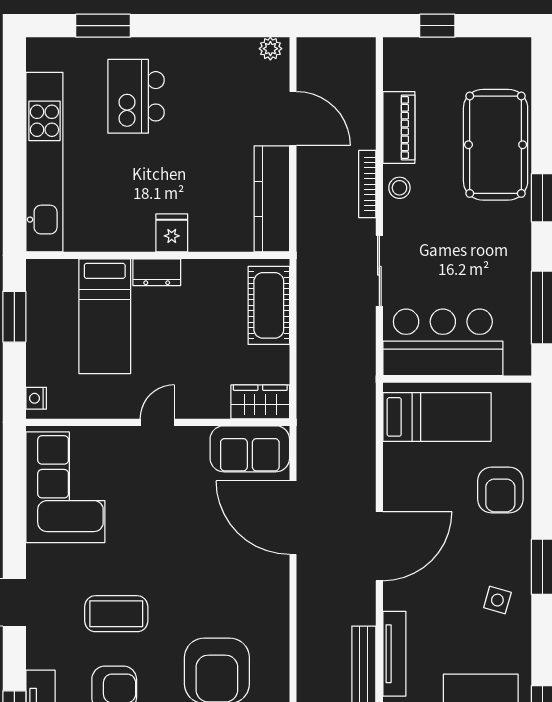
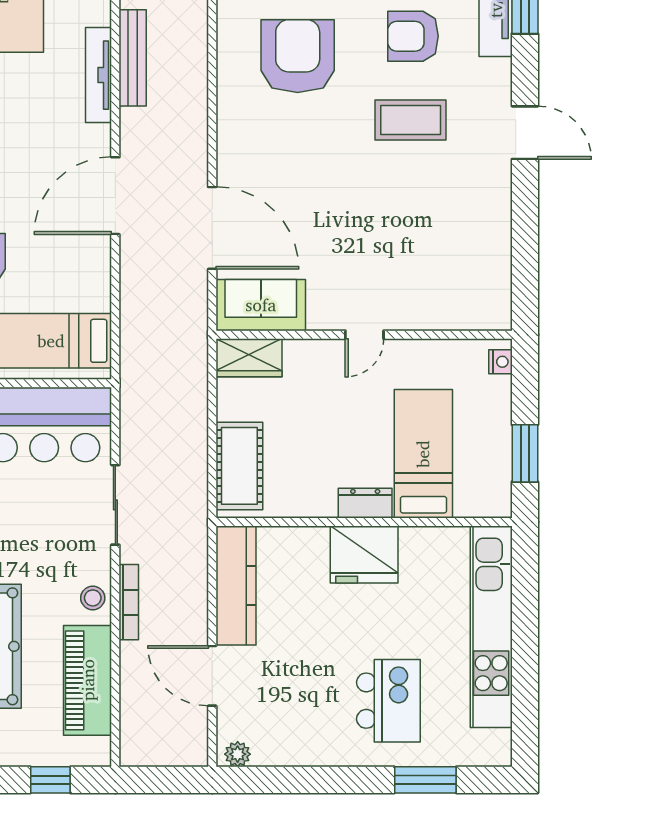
piano: (399, 128) -> (88, 680), width x1.37, depth x1.33
fridge: (172, 233) -> (364, 555), width x1.88, depth x1.34
corner sofa: (65, 487) -> (468, 262), removed

